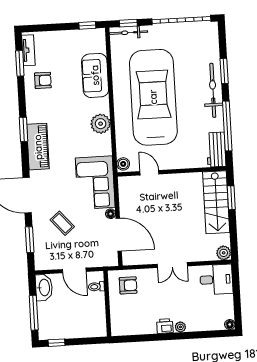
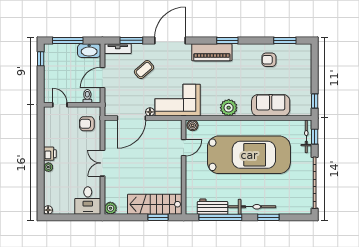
tv unit: (28, 50) -> (118, 49), moved
armchair: (43, 80) -> (269, 60), turned 90
workbench: (216, 150) -> (213, 207), moved
armchair: (128, 285) -> (87, 124), turned 90
door: (108, 318) -> (60, 105), added

